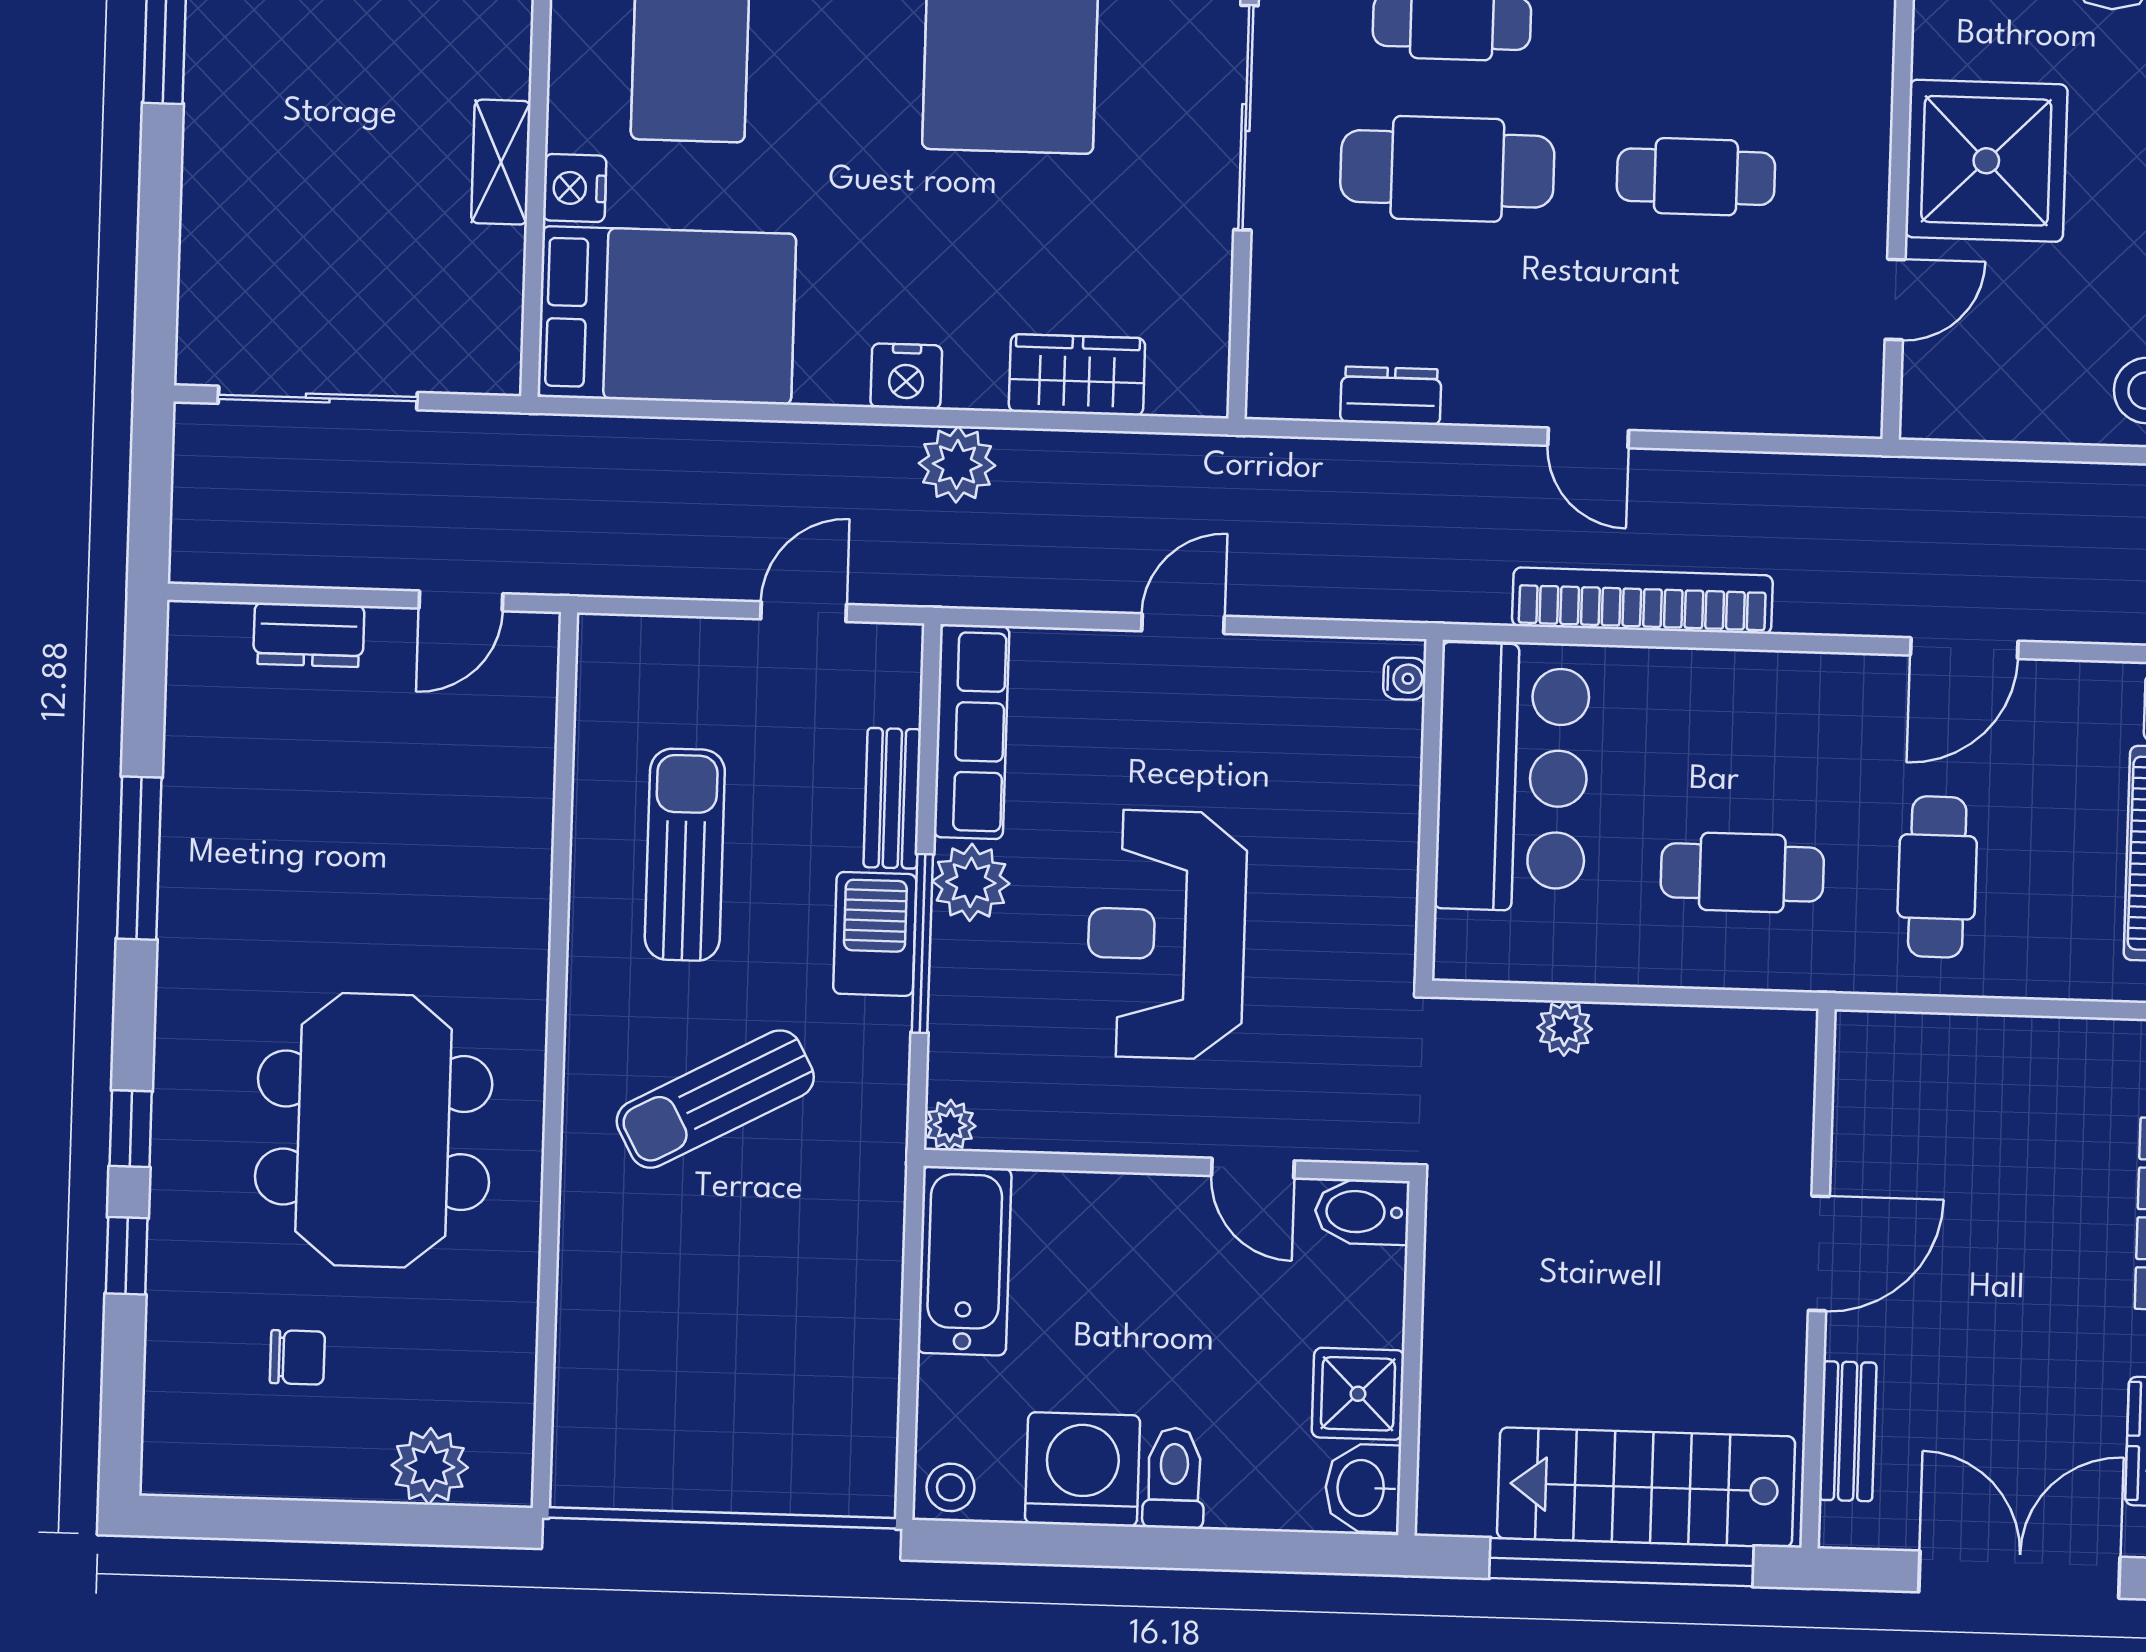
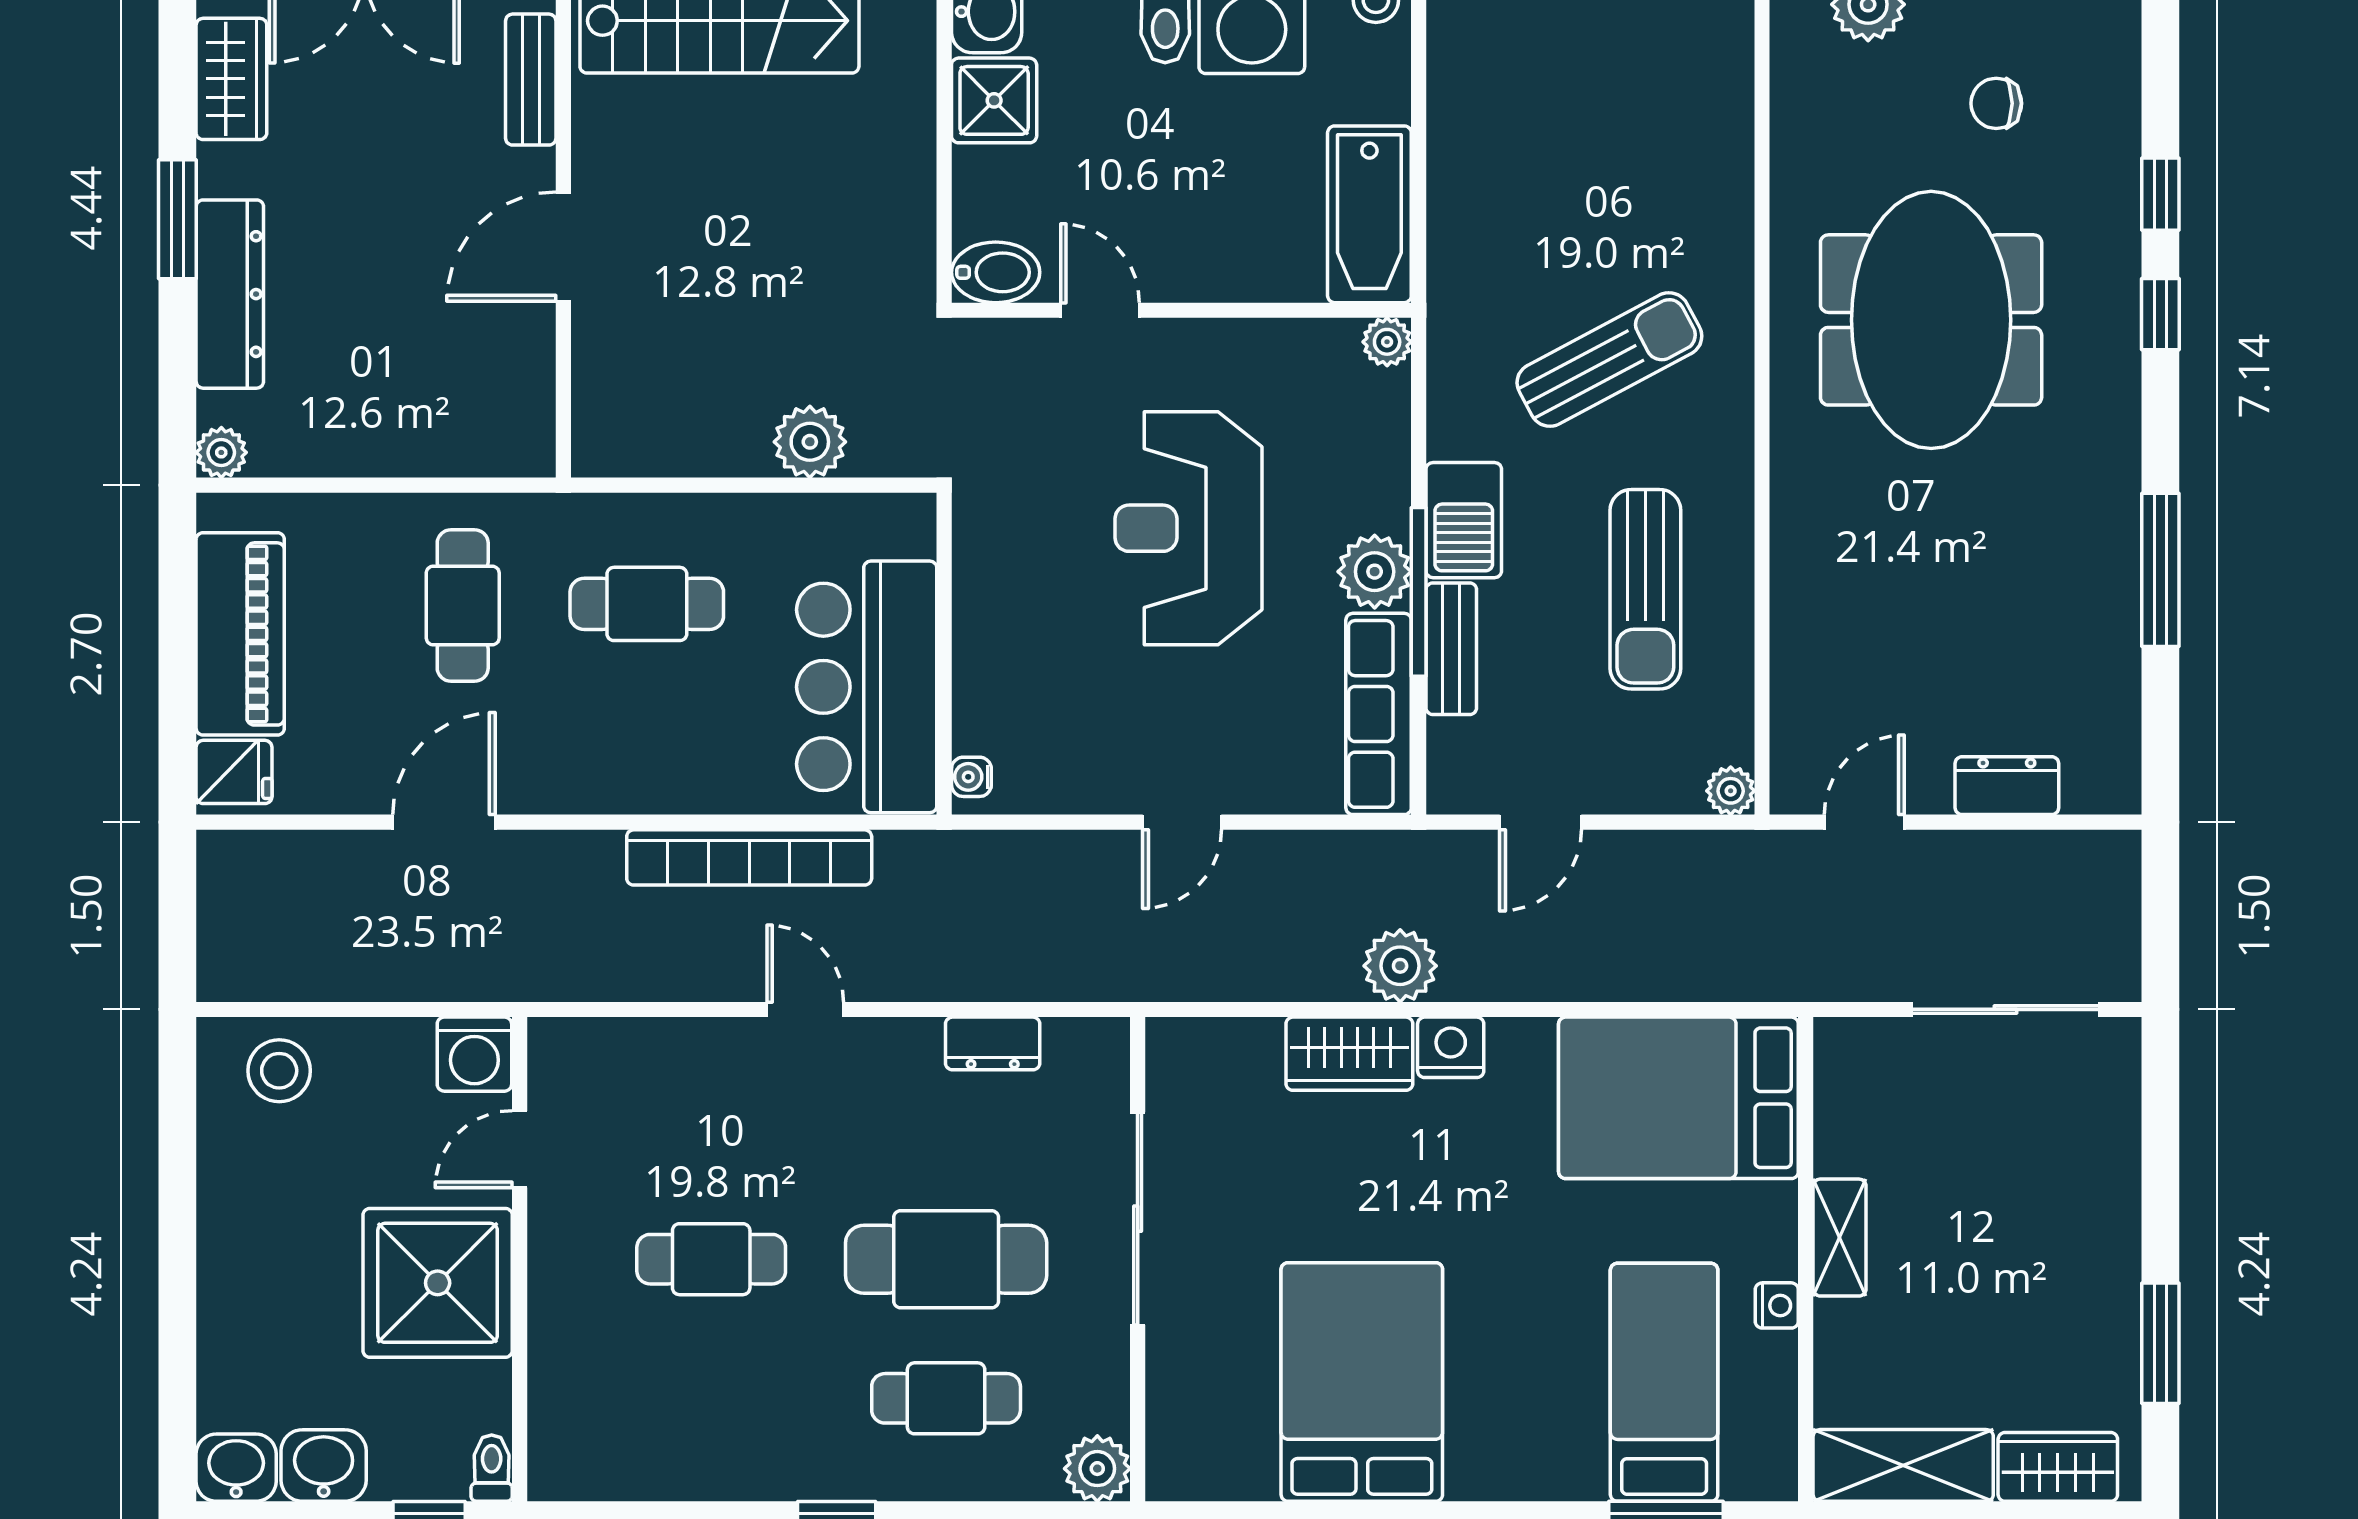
sliding door: (1246, 118) -> (1138, 1219), moved
nightstand: (575, 188) -> (1777, 1305), moved, width x0.72, depth x0.74
wardrobe: (1077, 375) -> (1349, 1054), moved
washing machine: (1940, 402) -> (474, 1054), added
plant: (601, 639) -> (1731, 791), added
reception desk: (1166, 935) -> (1188, 528), turned 180
window: (922, 943) -> (1419, 592), moved
plant: (1565, 1028) -> (810, 442), width x1.38, depth x1.38

